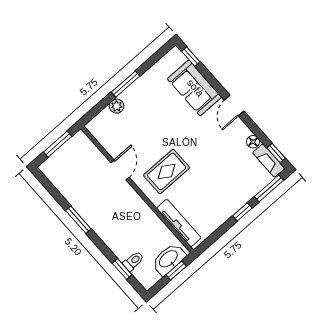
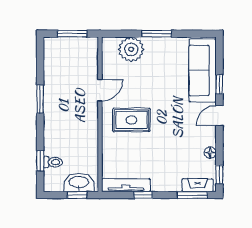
window: (191, 57) -> (219, 84), moved
sofa: (195, 88) -> (203, 71), width x1.36
plant: (117, 106) -> (131, 49), width x1.87, depth x1.87
fireplace: (269, 160) -> (198, 185), moved, turned 90
window: (242, 212) -> (143, 195), moved
tv unit: (179, 223) -> (126, 185), moved, turned -90

